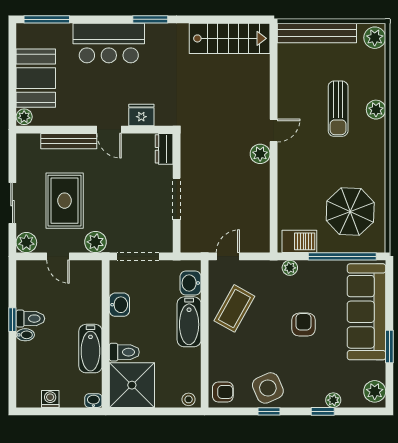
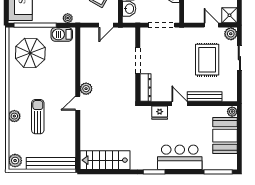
dresser: (164, 149) -> (145, 88), width x1.44
plant: (95, 242) -> (188, 34), removed
shower: (28, 272) -> (229, 15), added

